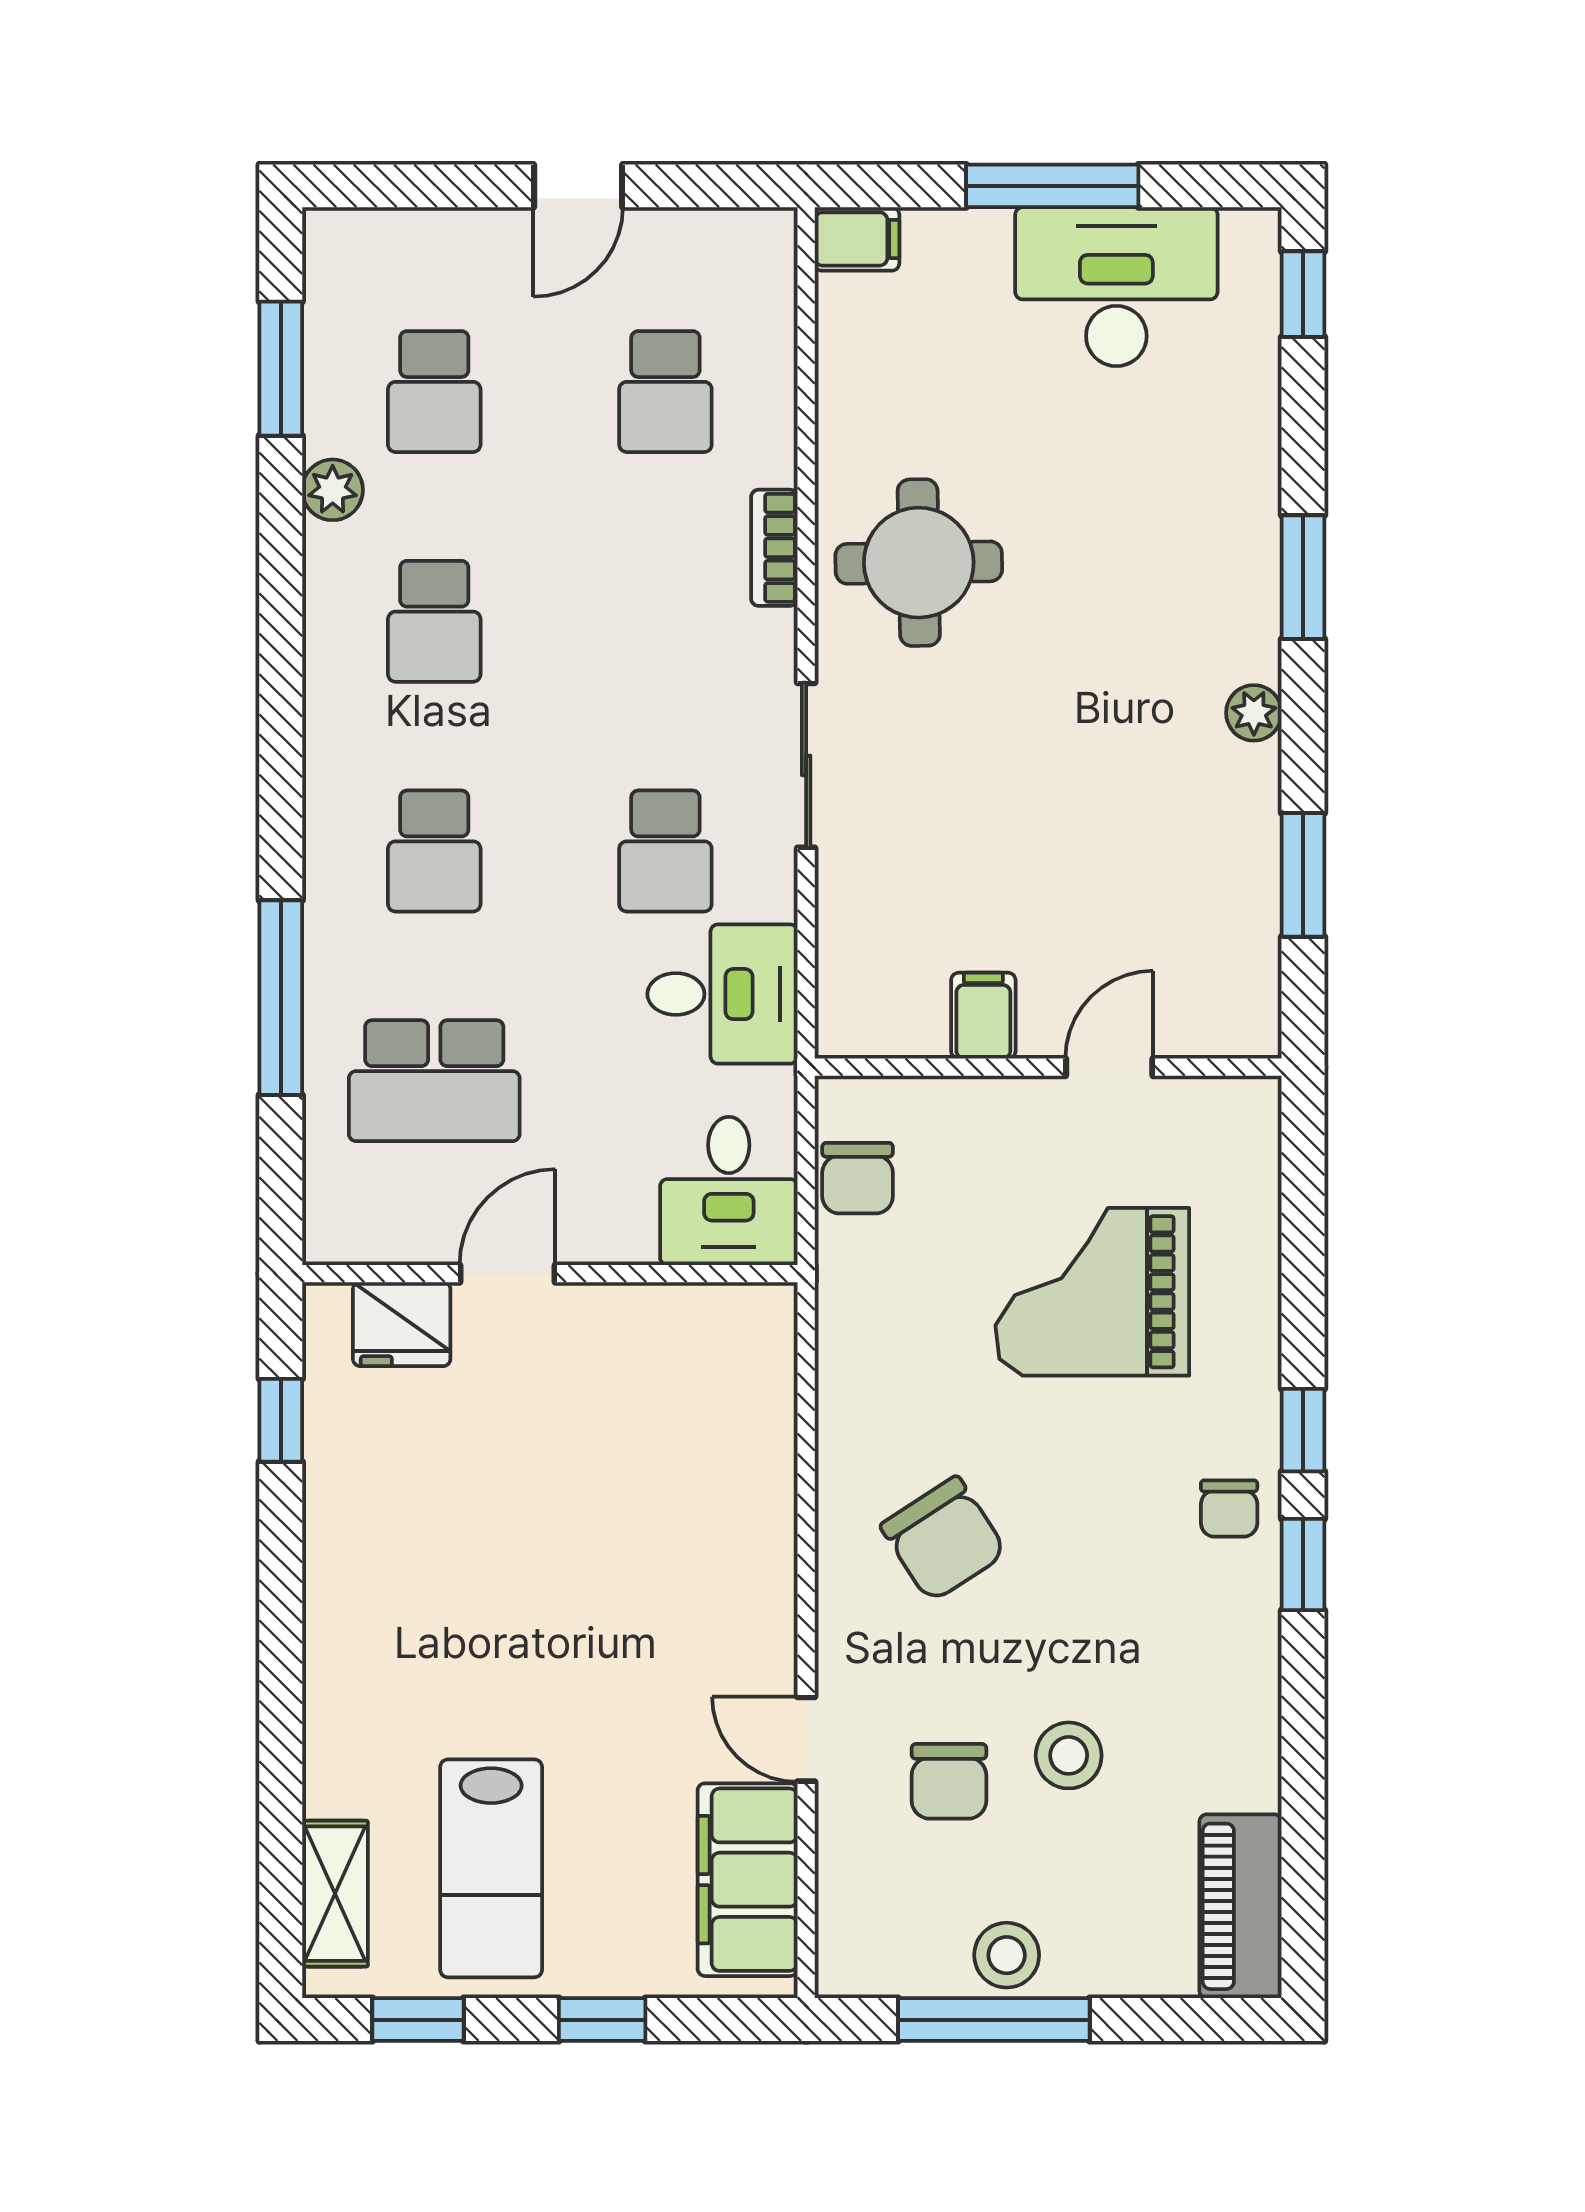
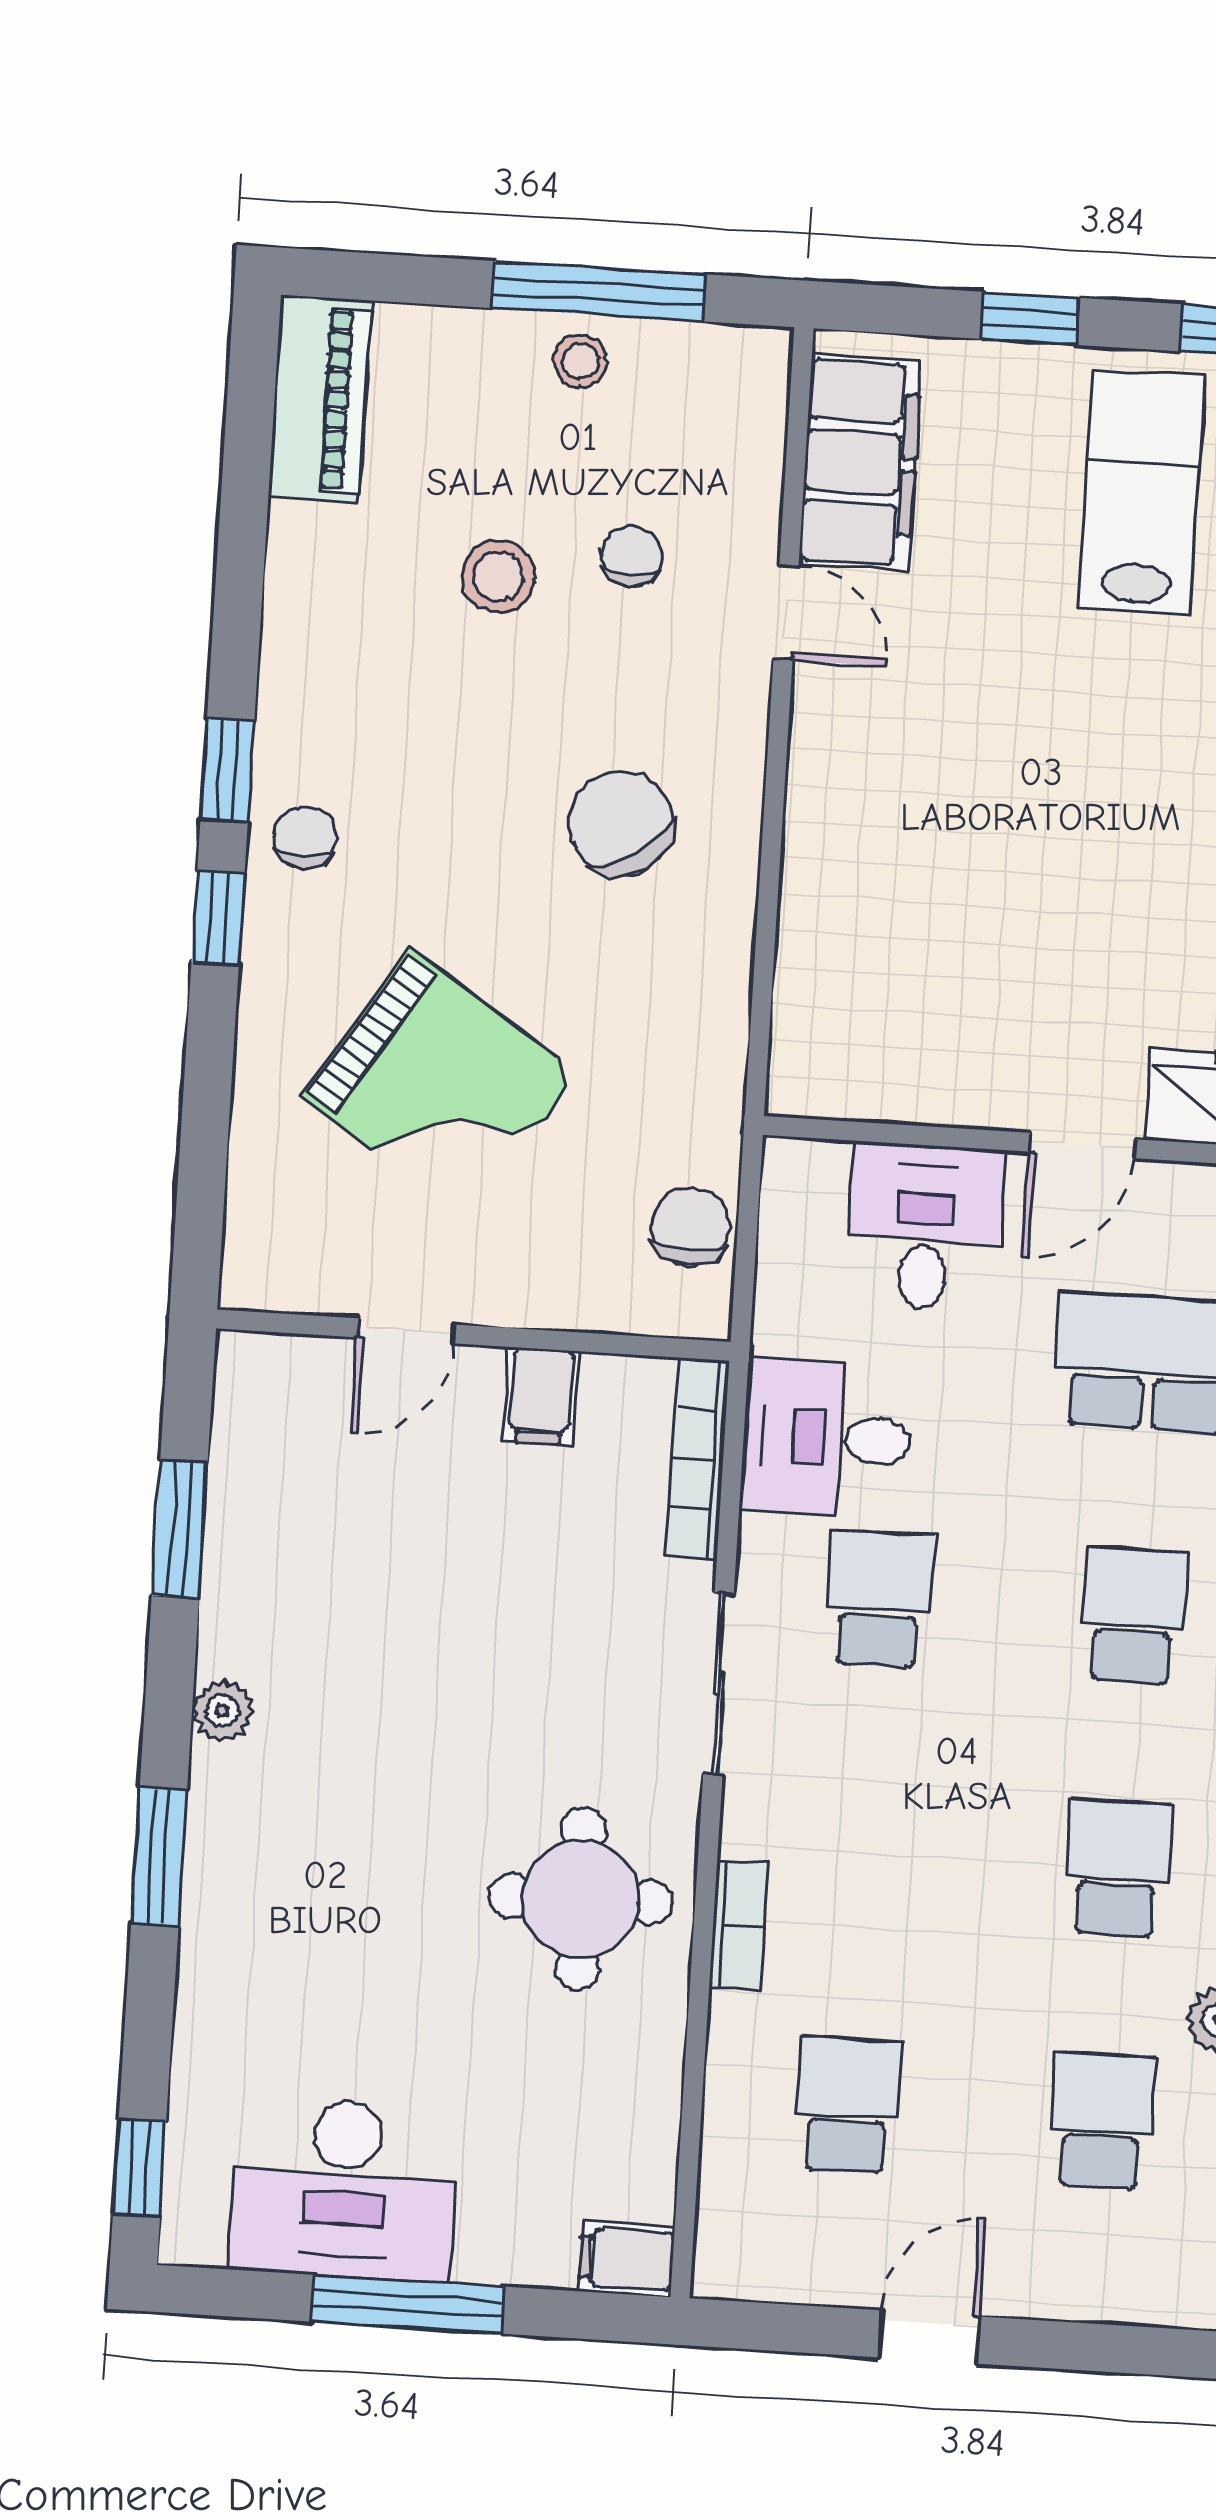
bookcase: (838, 968) -> (698, 1459), added
desk: (729, 1191) -> (925, 1227), moved
grand piano: (1092, 1292) -> (440, 1085), turned 33
chair: (949, 1781) -> (632, 556), width x0.73, depth x0.73
stool: (1007, 1955) -> (580, 361), width x0.73, depth x0.73

